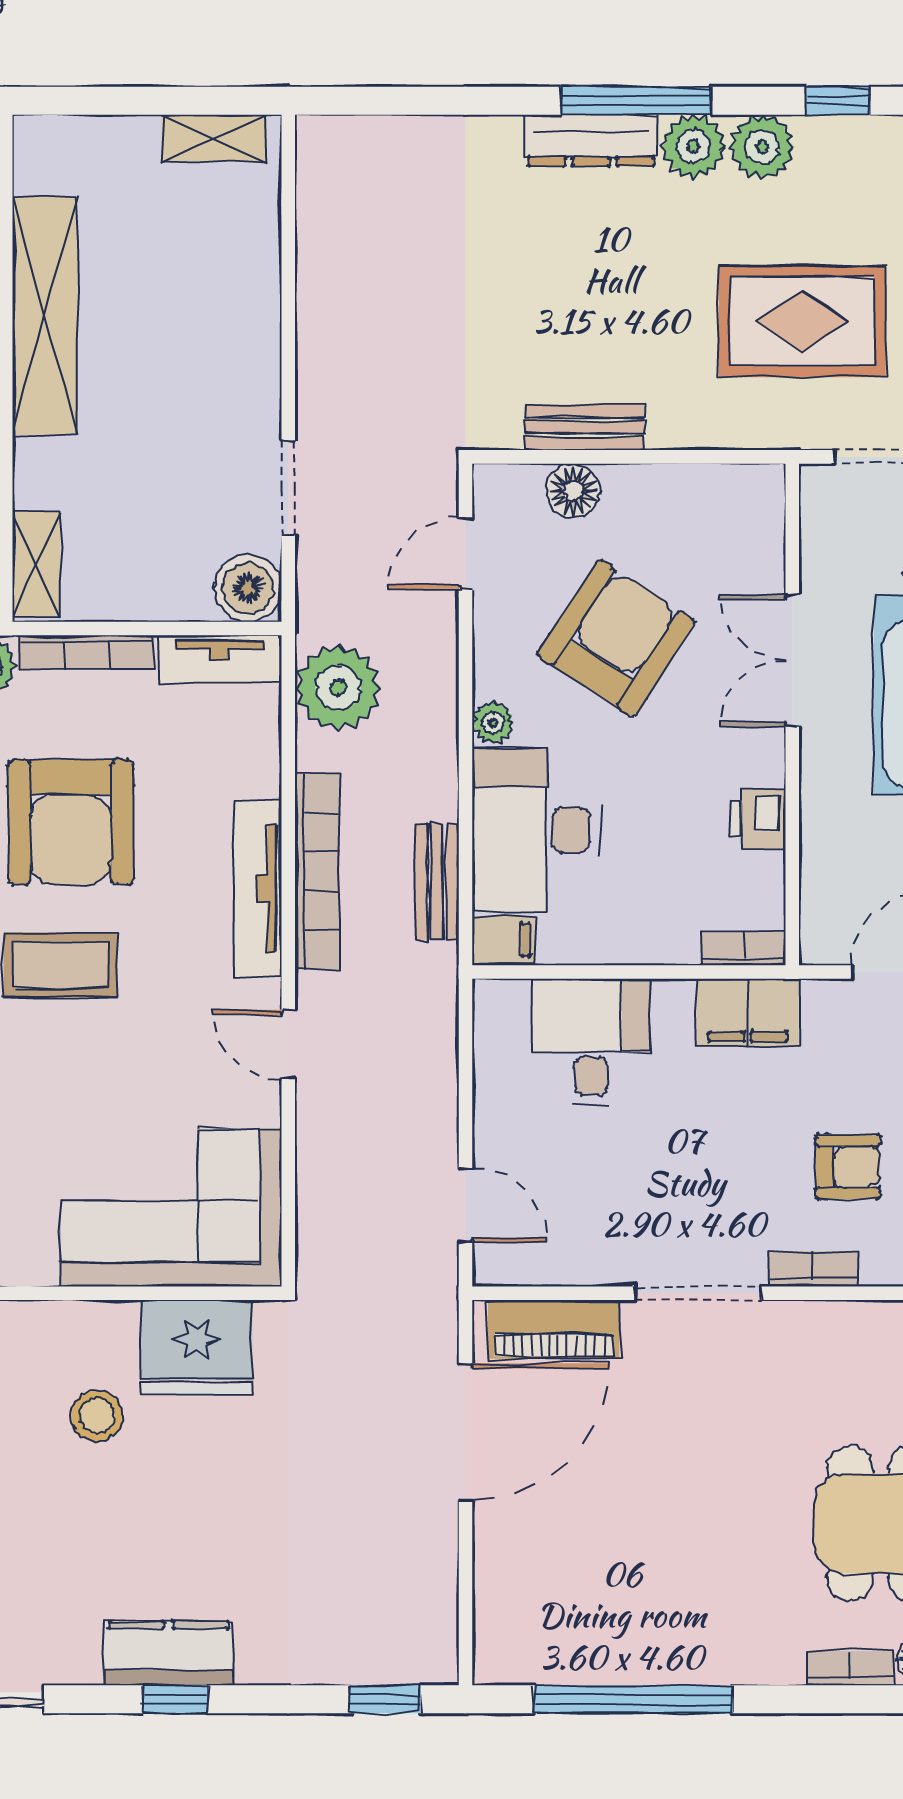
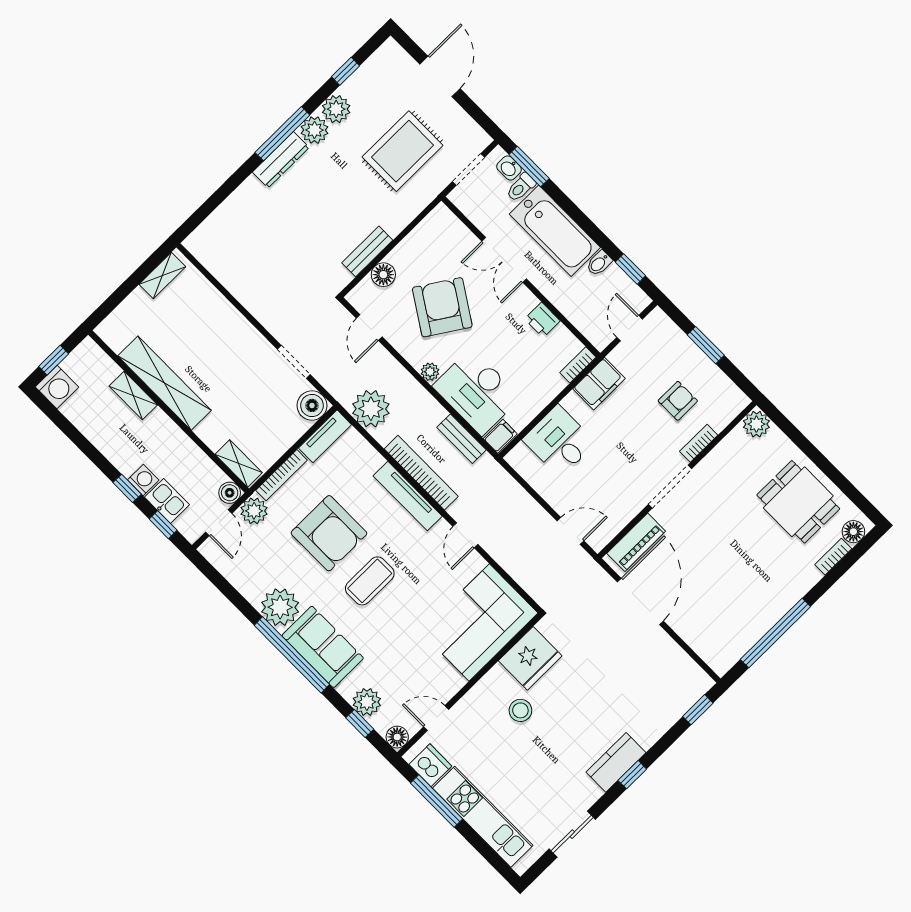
door: (288, 1044) -> (465, 535), hinge flipped

